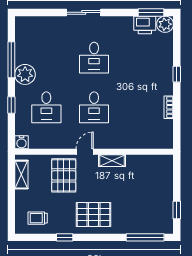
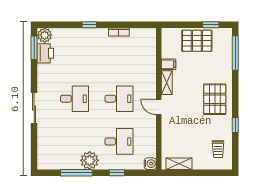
filing cabinet: (132, 163) -> (168, 64), added
pallet: (64, 175) -> (197, 41), moved

